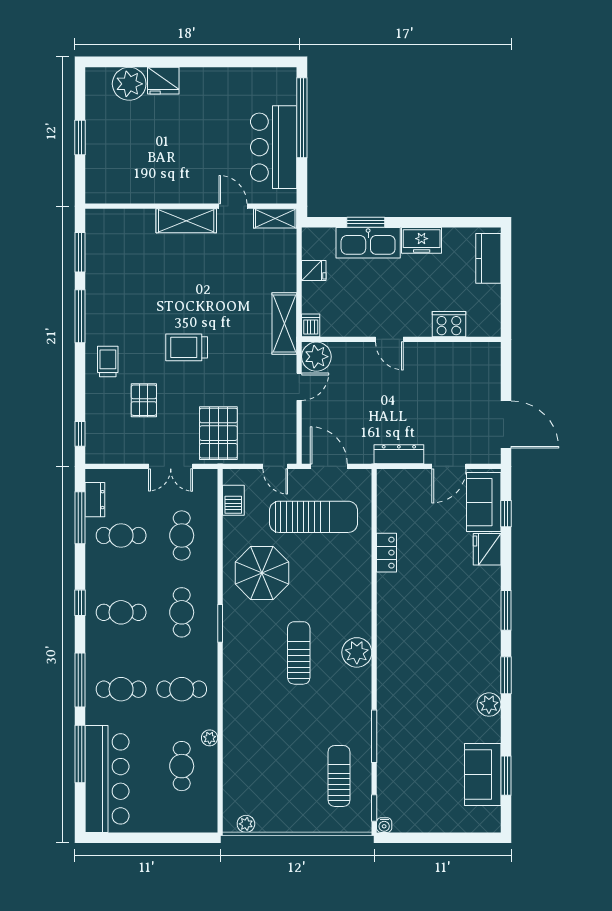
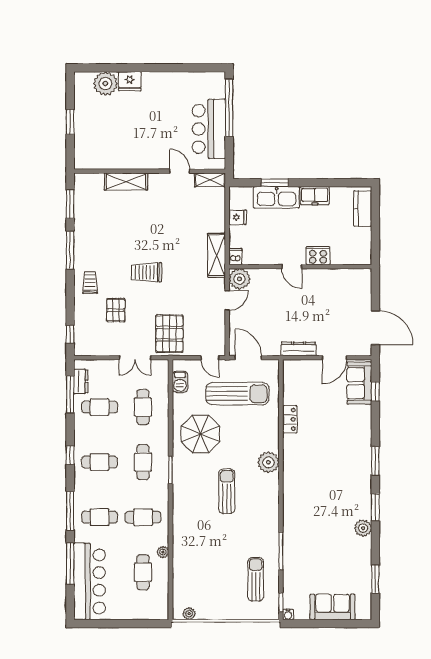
shelving: (186, 221) -> (126, 182), moved
cooker: (449, 324) -> (318, 256), moved
fridge: (487, 549) -> (362, 417), removed
plant: (357, 652) -> (268, 462), moved
sofa: (483, 775) -> (332, 607), moved, turned 90

